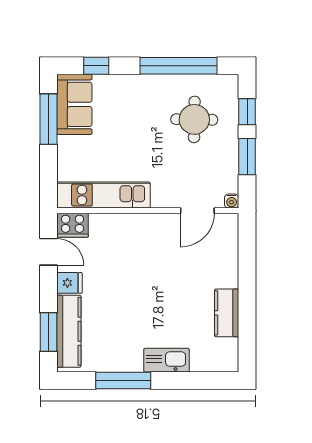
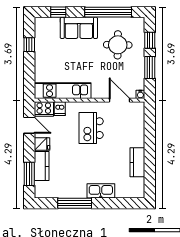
sofa: (74, 104) -> (79, 28), moved, turned 90
window: (49, 119) -> (29, 45), width x0.46
door: (197, 211) -> (120, 100), swing flipped
dishwasher: (99, 225) -> (60, 109), added
kitchen island: (151, 257) -> (91, 128), added
kitchen counter: (69, 331) -> (42, 166), width x0.67

